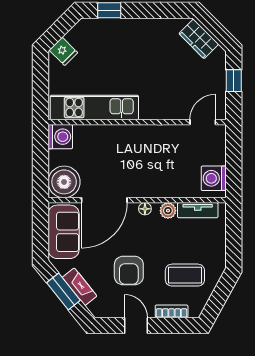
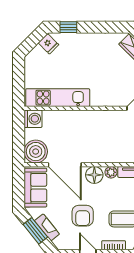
fridge: (63, 51) -> (48, 44), moved
door: (104, 200) -> (65, 165), hinge flipped
floor lamp: (145, 209) -> (94, 175), width x1.89, depth x1.89

